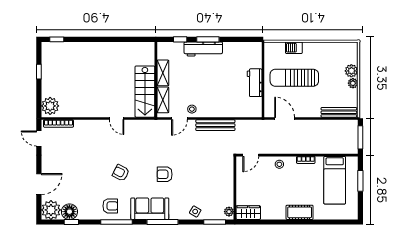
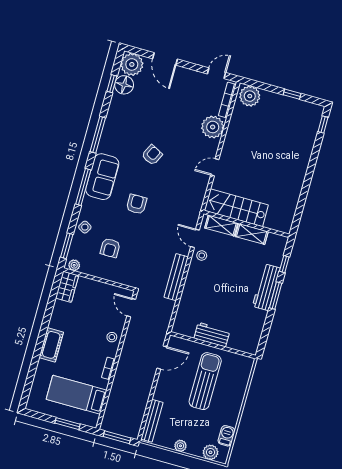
barbecue: (294, 48) -> (227, 436), moved
plant: (351, 71) -> (210, 452), moved
plant: (84, 129) -> (213, 127), added
armchair: (110, 206) -> (110, 248), moved

